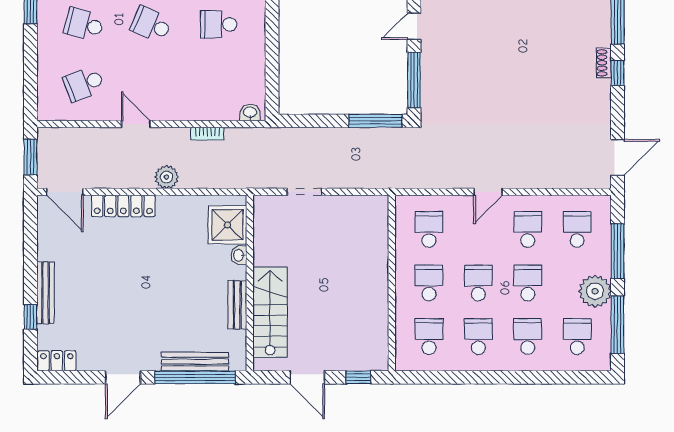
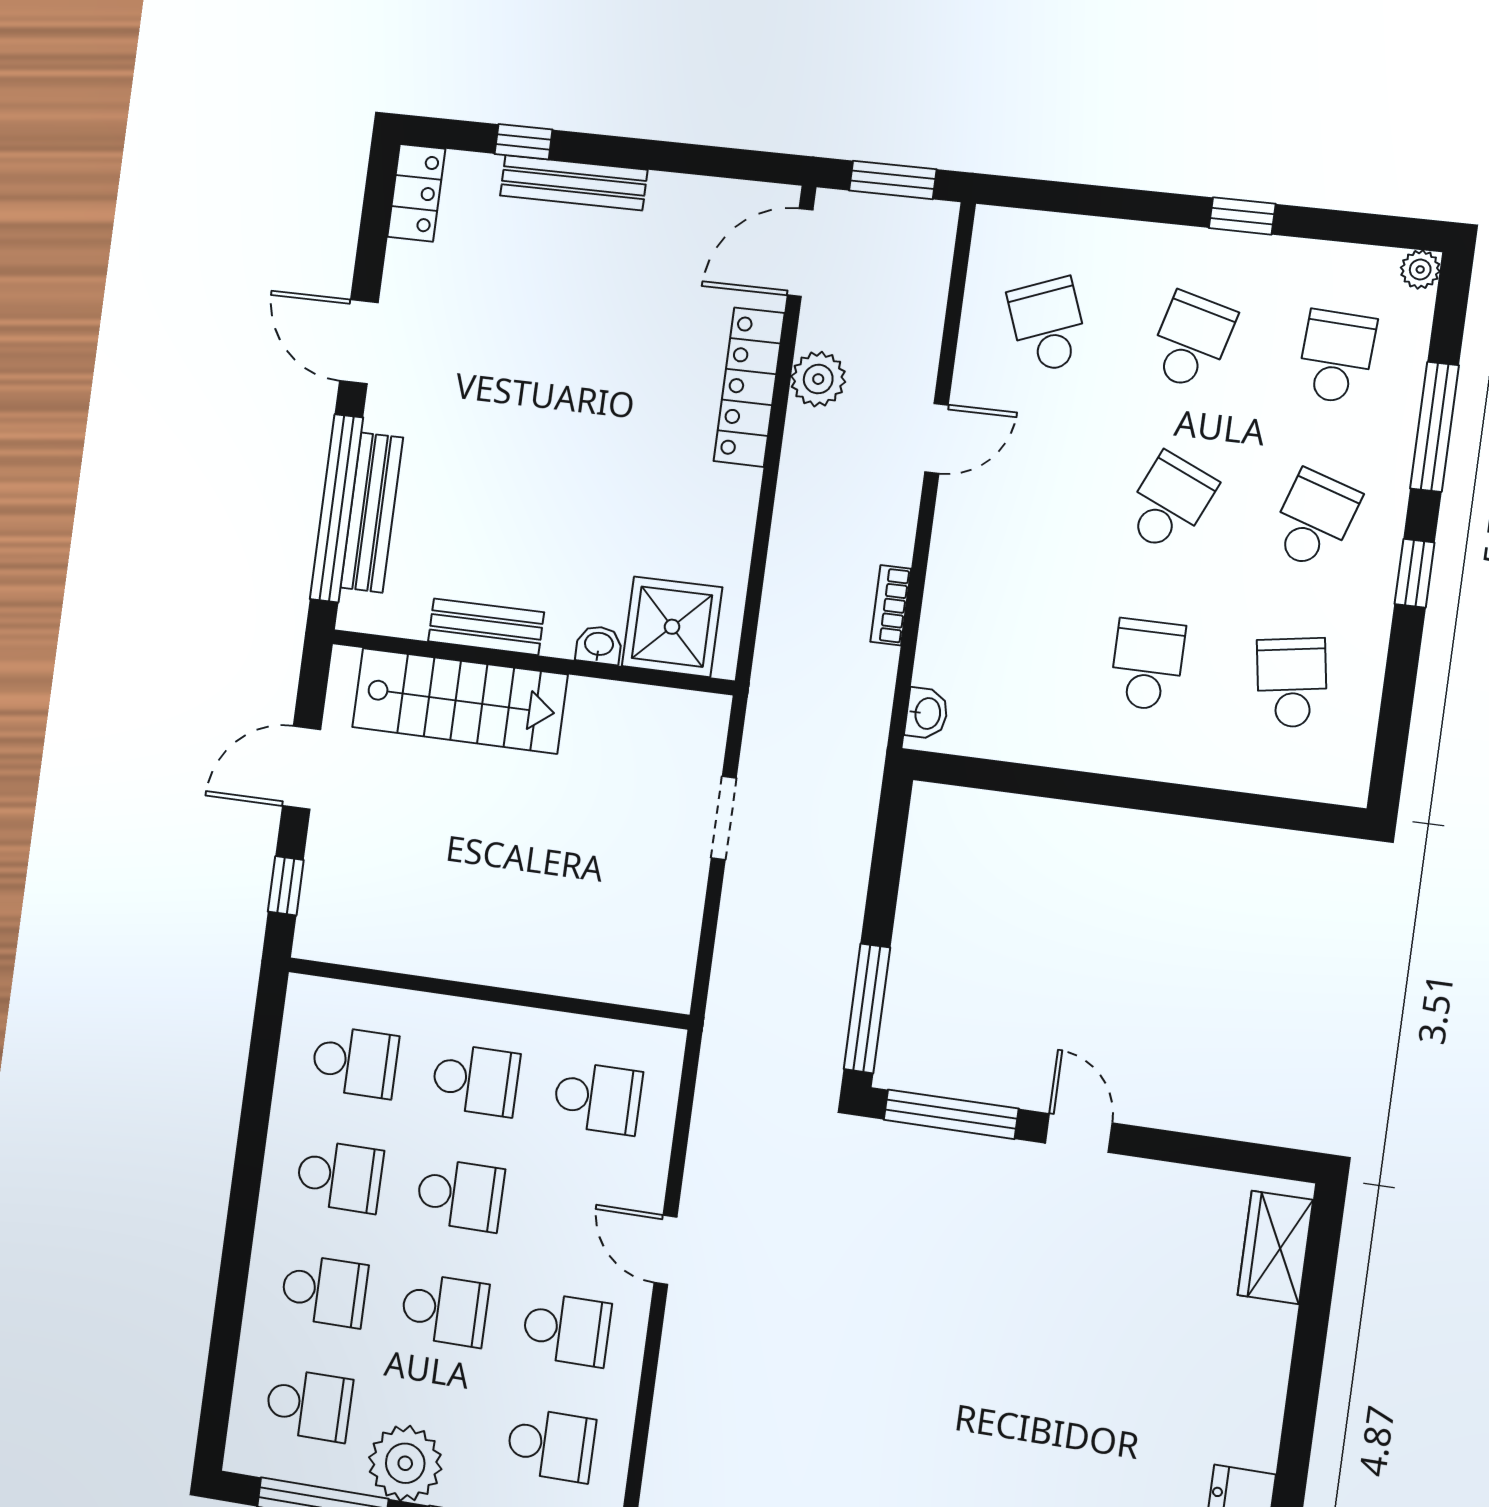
plant: (167, 177) -> (818, 379), moved

